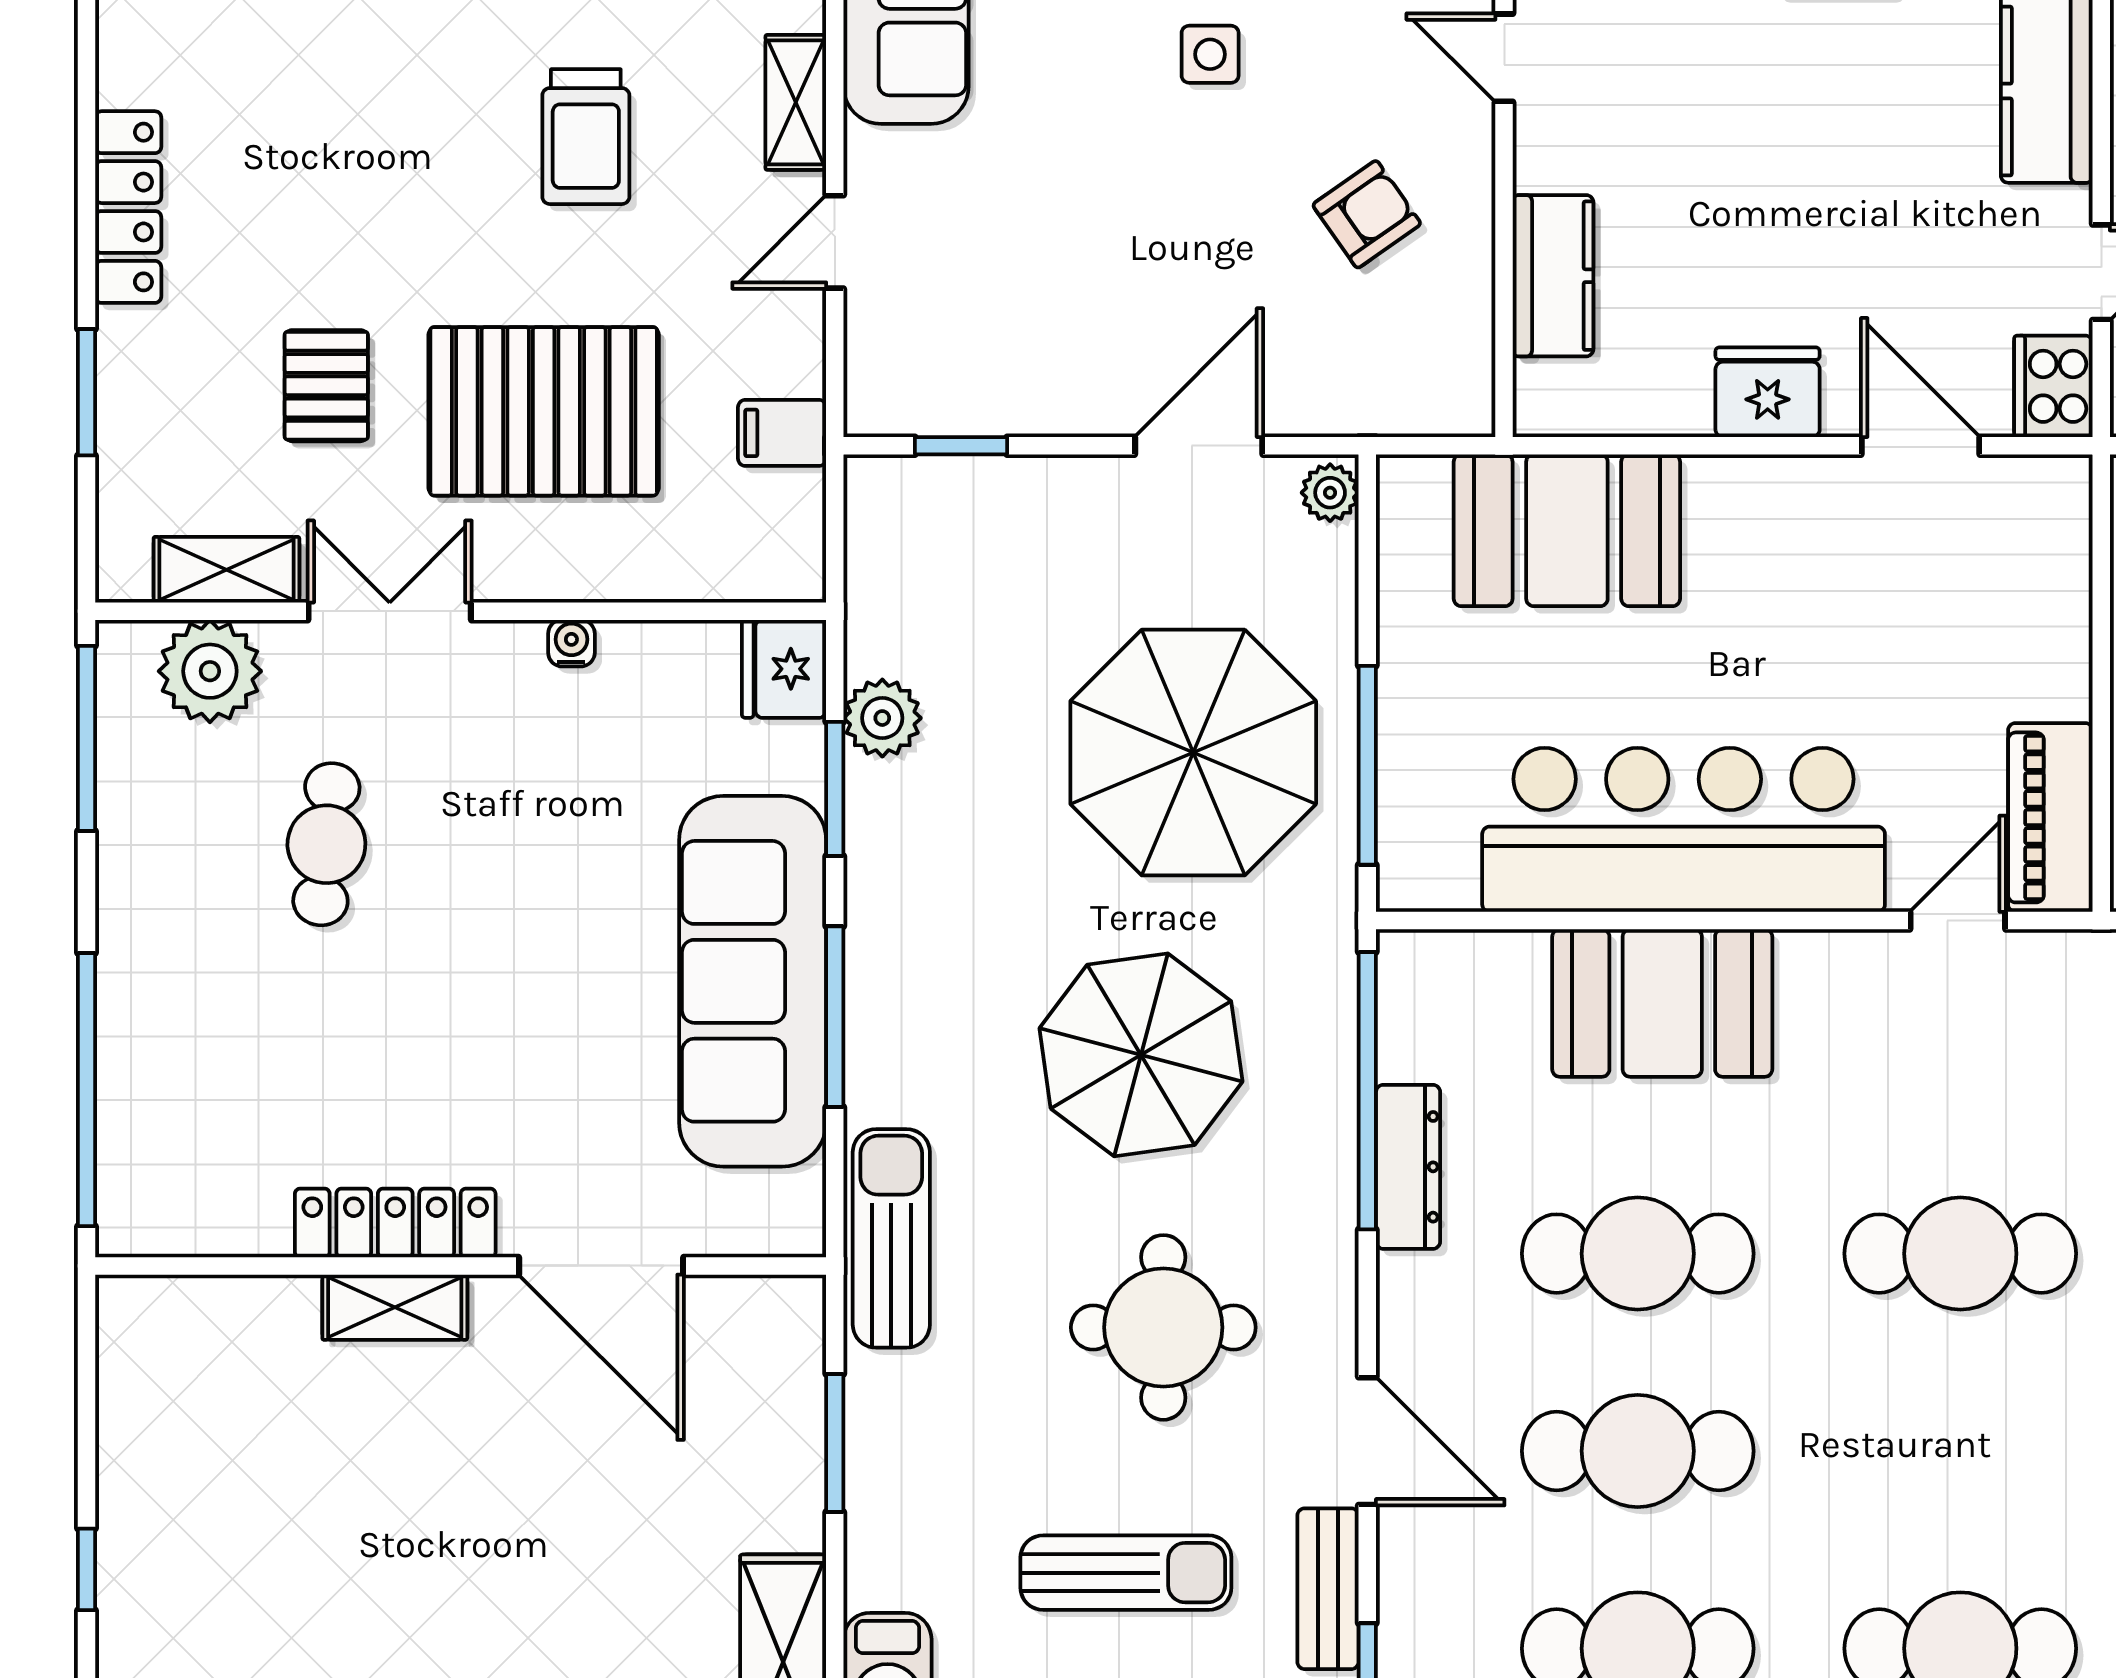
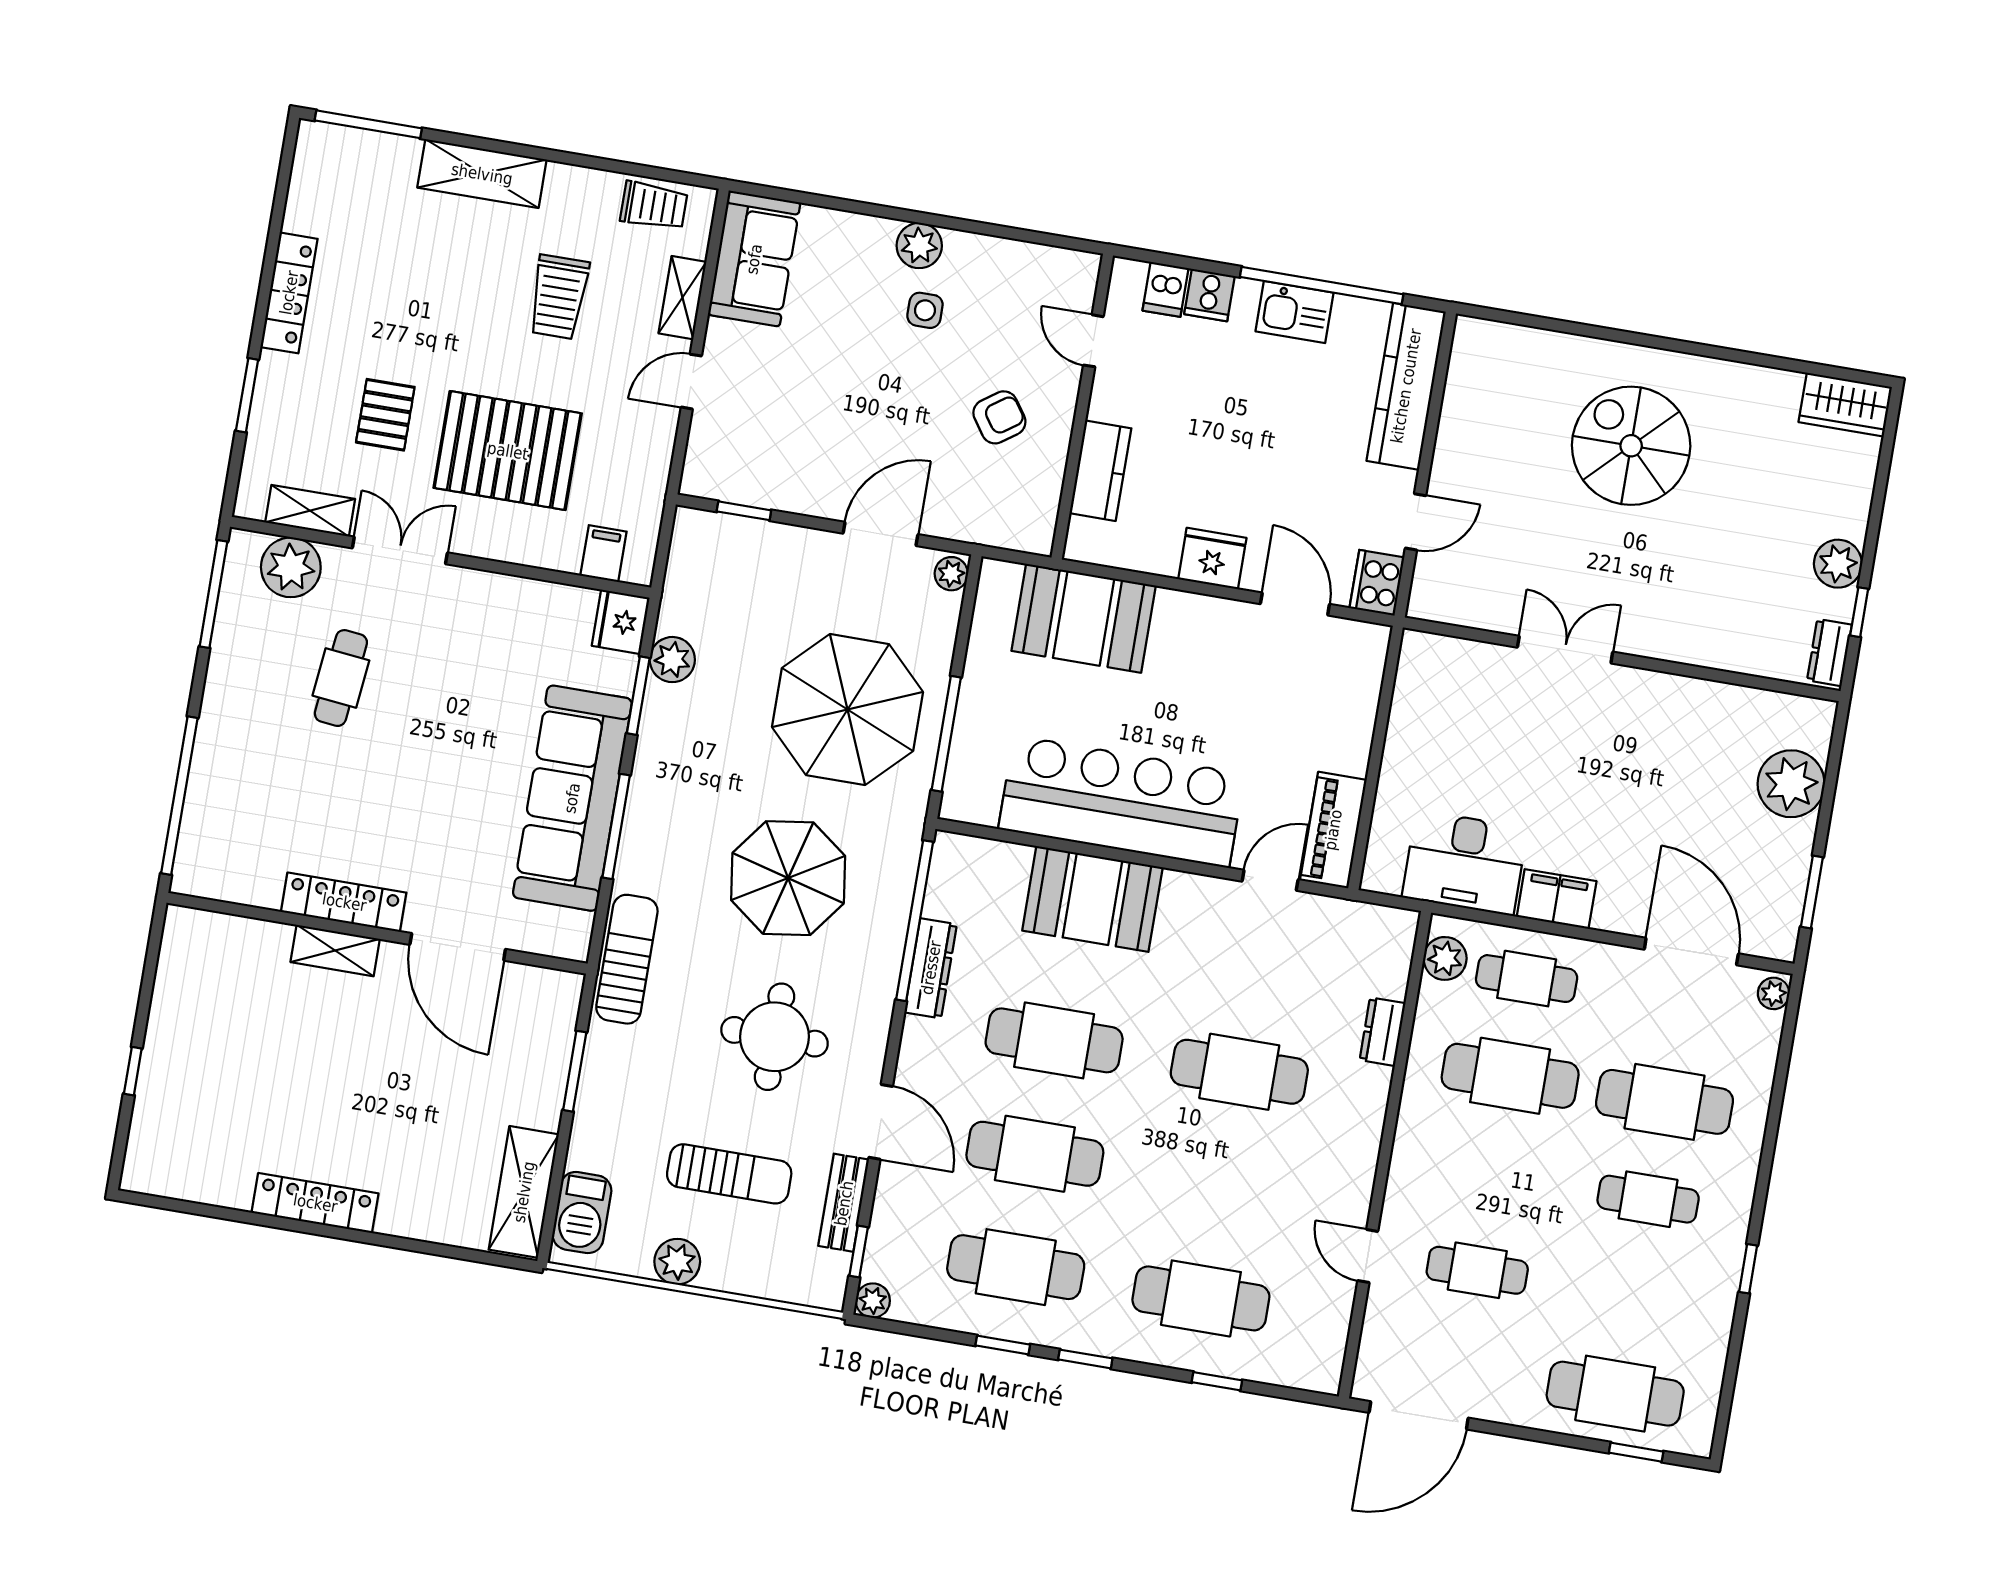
filing cabinet: (782, 433) -> (603, 554), moved, turned 90
water cooler: (571, 643) -> (501, 586), removed

